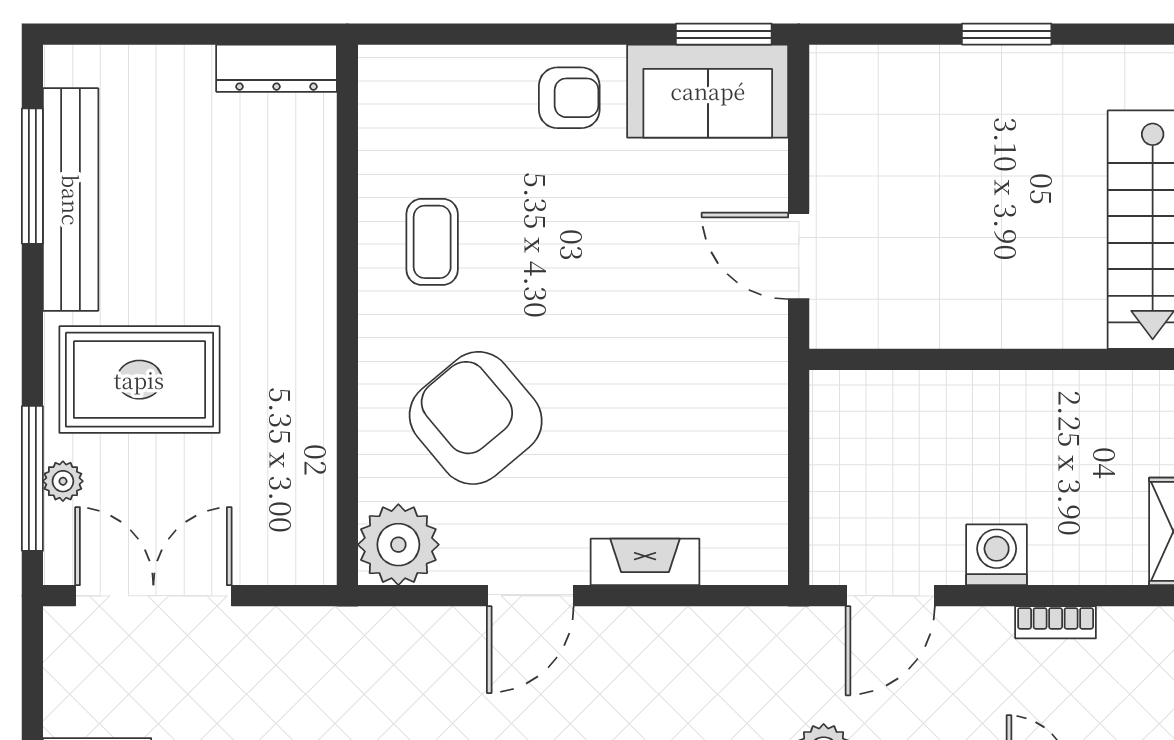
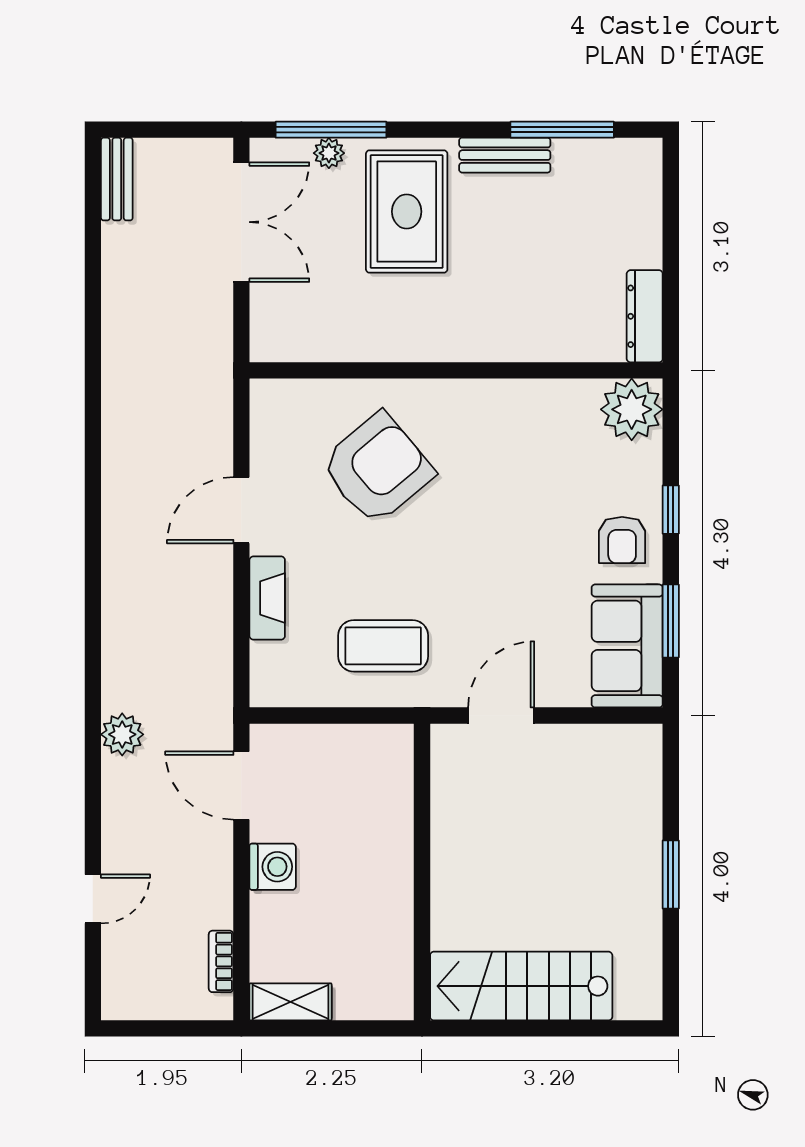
window: (529, 34) -> (671, 510), added
window: (724, 34) -> (671, 621), moved
bench: (71, 200) -> (505, 155), width x0.54, depth x0.82
coffee table: (432, 242) -> (383, 646), moved, width x1.36, depth x1.30
plant: (398, 545) -> (632, 409), moved
door: (530, 596) -> (241, 510), hinge flipped
bookcase: (1056, 622) -> (221, 961), moved

